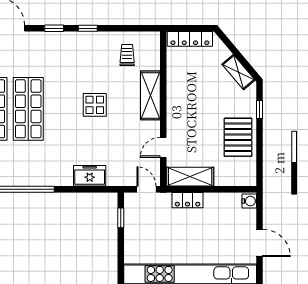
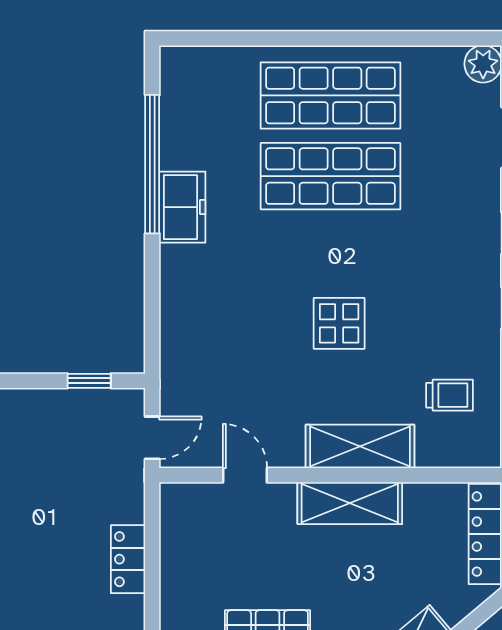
freezer: (90, 176) -> (182, 207), moved
shelving: (190, 177) -> (350, 503), moved, turned 90
locker: (188, 200) -> (128, 559), moved

